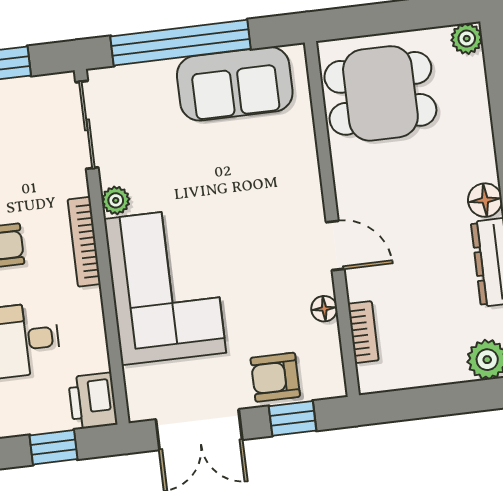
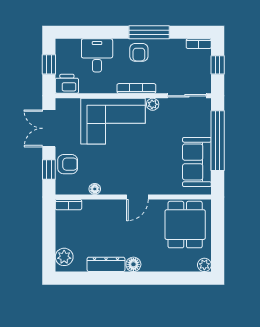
door: (335, 246) -> (137, 197), moved
bookcase: (363, 332) -> (68, 205), moved
armchair: (275, 377) -> (68, 164), turned 90

